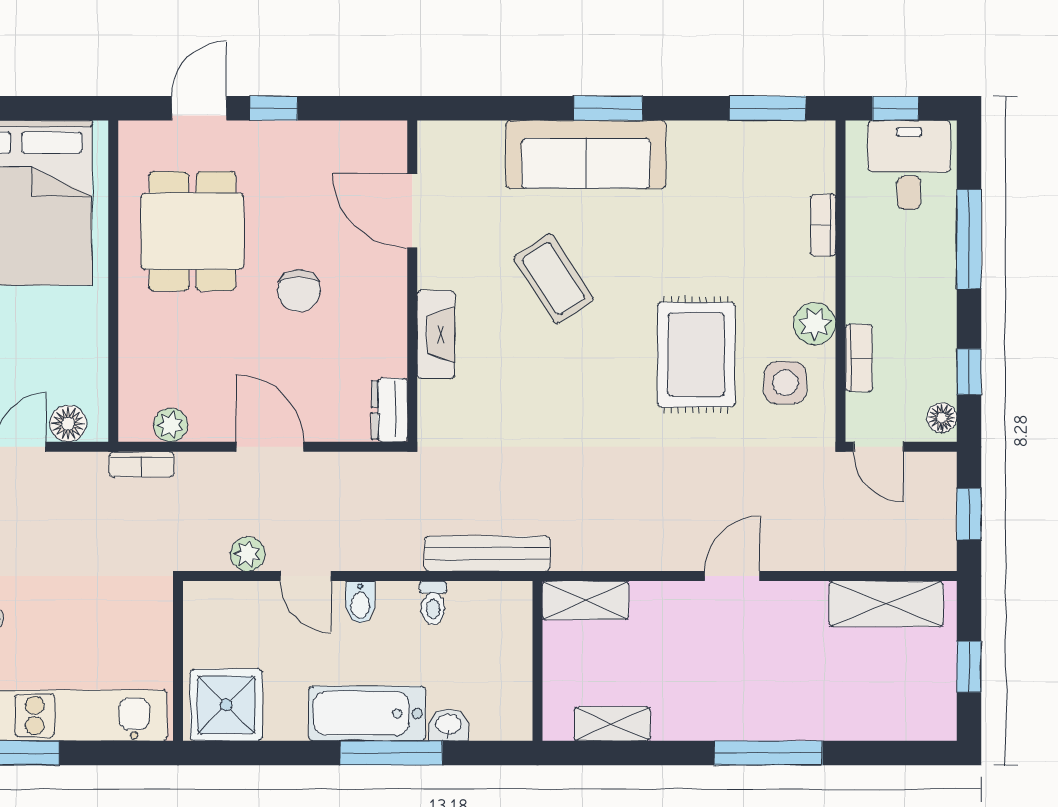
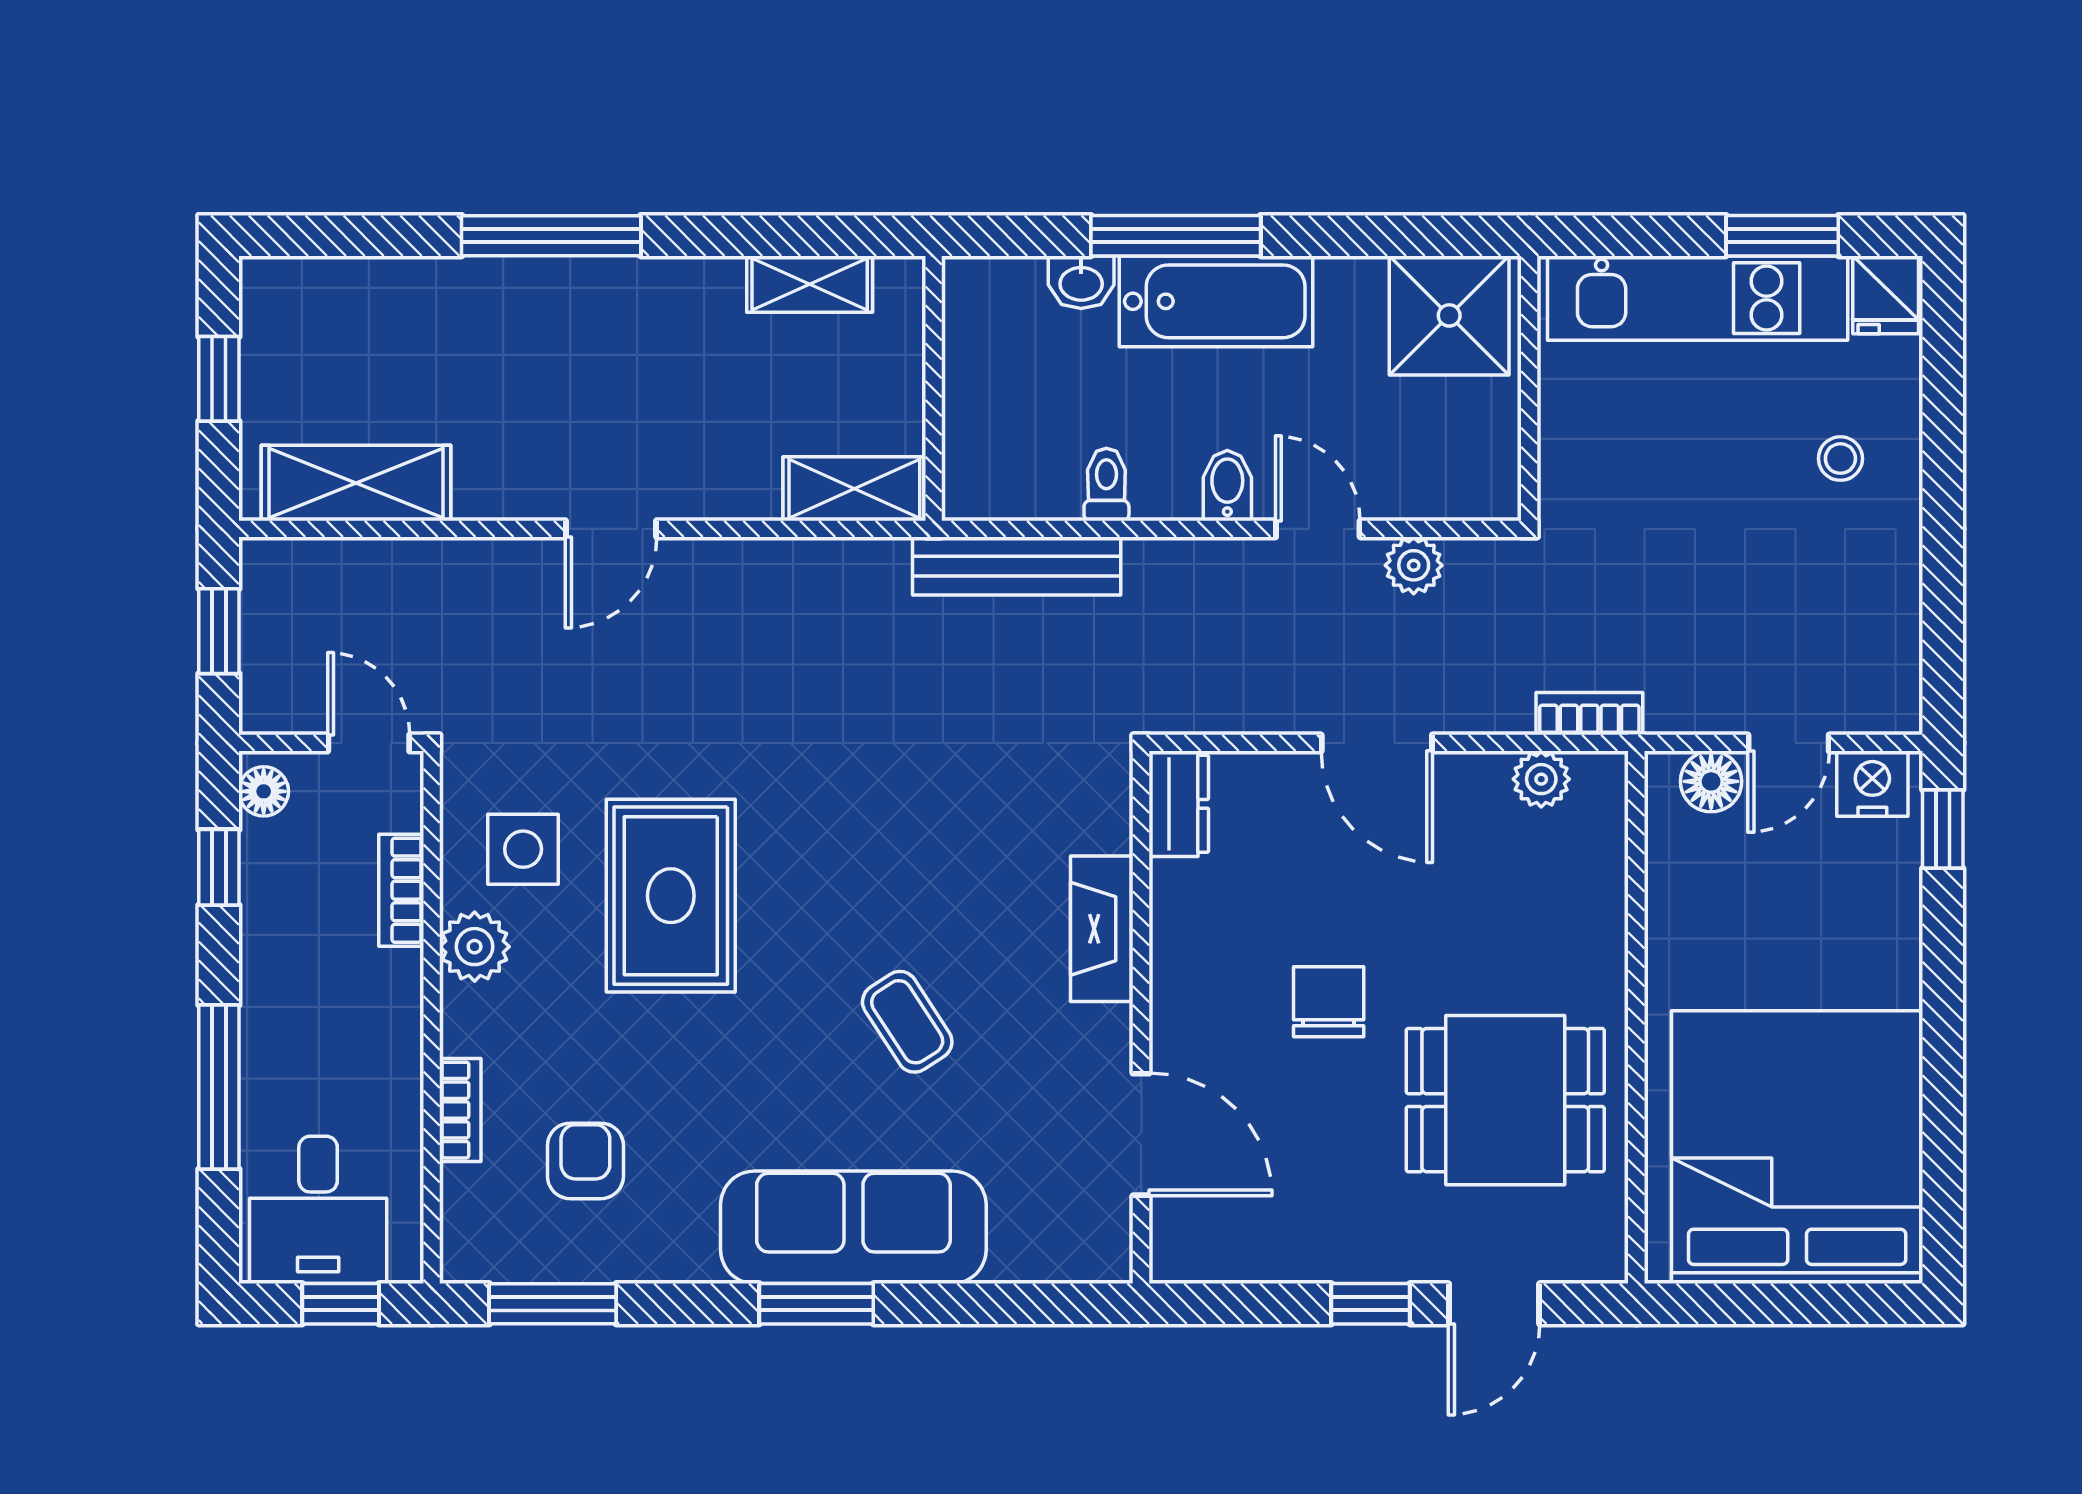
armchair: (748, 194) -> (585, 1161), added
dining table: (192, 231) -> (1505, 1100), turned 90
coffee table: (553, 278) -> (907, 1022), width x0.73, depth x0.77

